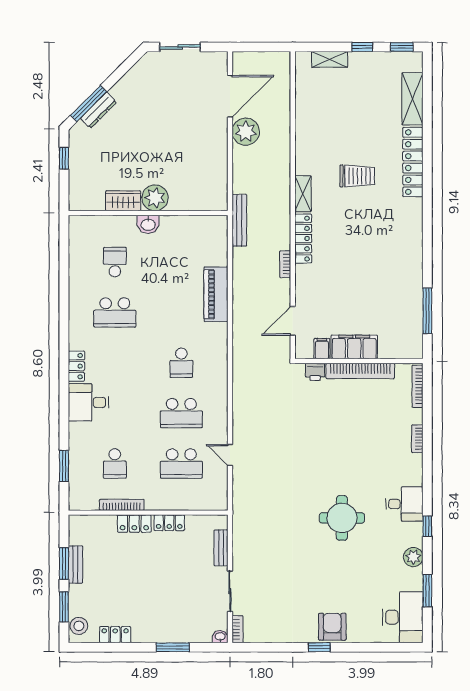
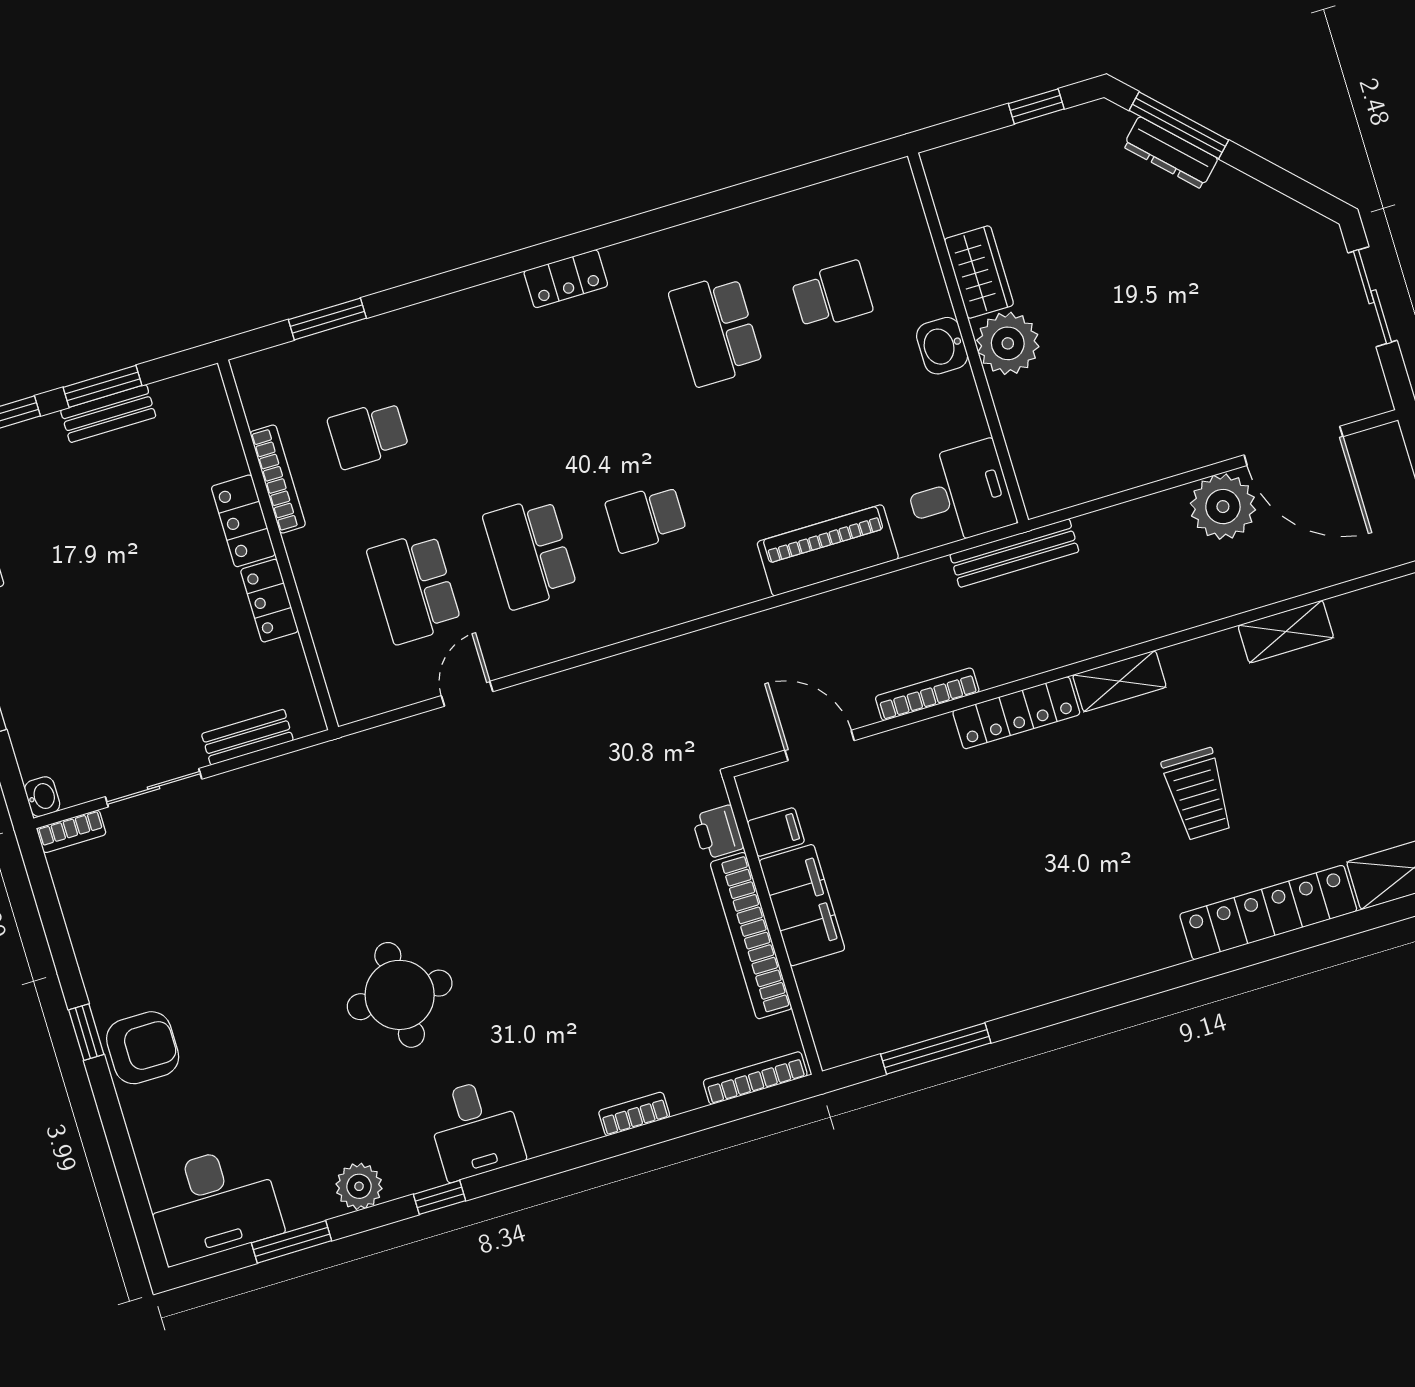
shelving: (303, 122) -> (1286, 632), added
bookcase: (285, 264) -> (927, 694), width x1.56
desk: (88, 402) -> (959, 494), moved, turned 90

